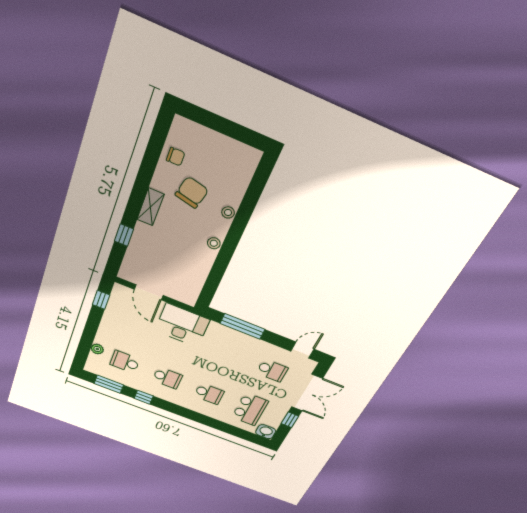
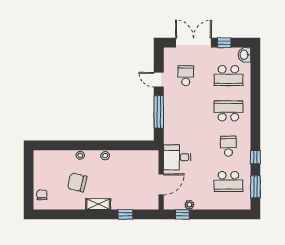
chair: (176, 157) -> (42, 195), moved
desk: (182, 325) -> (177, 157), width x0.73
plant: (97, 349) -> (189, 205), moved
door: (302, 350) -> (159, 80), moved
school desk: (125, 362) -> (228, 182), width x1.85
school desk: (209, 394) -> (228, 111), width x1.85
school desk: (250, 409) -> (228, 76), turned 180

